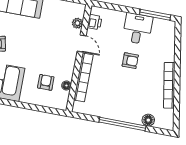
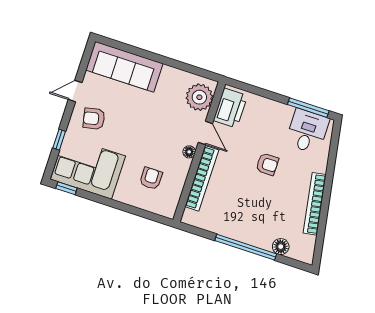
printer: (95, 22) -> (230, 108), width x1.87, depth x1.48
plant: (77, 23) -> (199, 97), width x1.87, depth x1.87
desk: (138, 29) -> (307, 131), moved
floor lamp: (66, 86) -> (189, 152), moved

